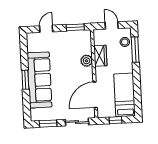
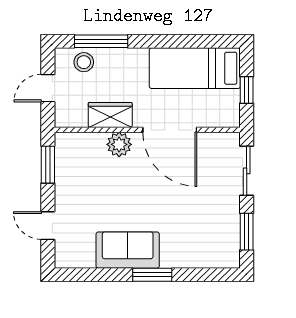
sofa: (39, 80) -> (128, 250), width x0.54, depth x0.79
door: (95, 95) -> (170, 130), moved

